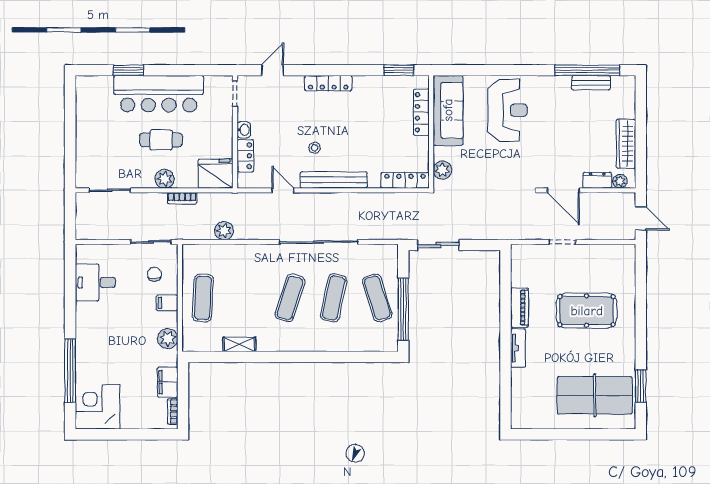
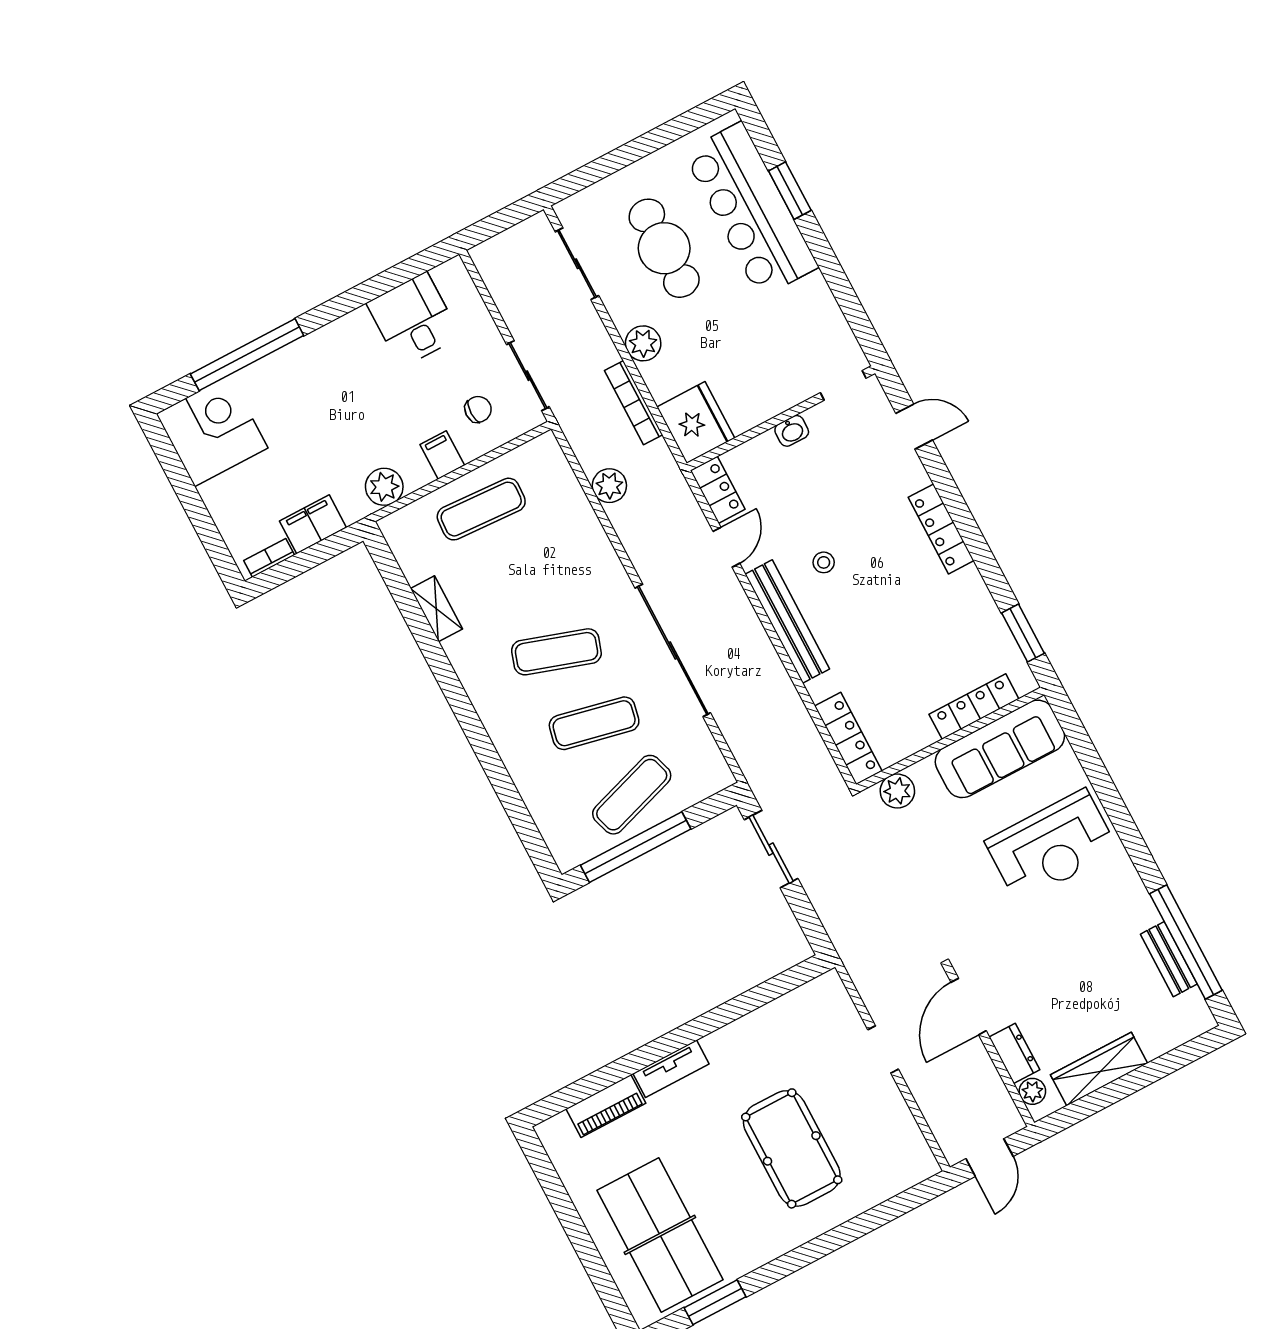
bar counter: (159, 94) -> (751, 210), moved
cafe table: (161, 140) -> (664, 248), moved, width x1.37, depth x1.35
locker: (245, 156) -> (718, 490), moved, turned -90
bookcase: (182, 198) -> (634, 403), width x1.56
piano: (519, 308) -> (606, 1106), moved

